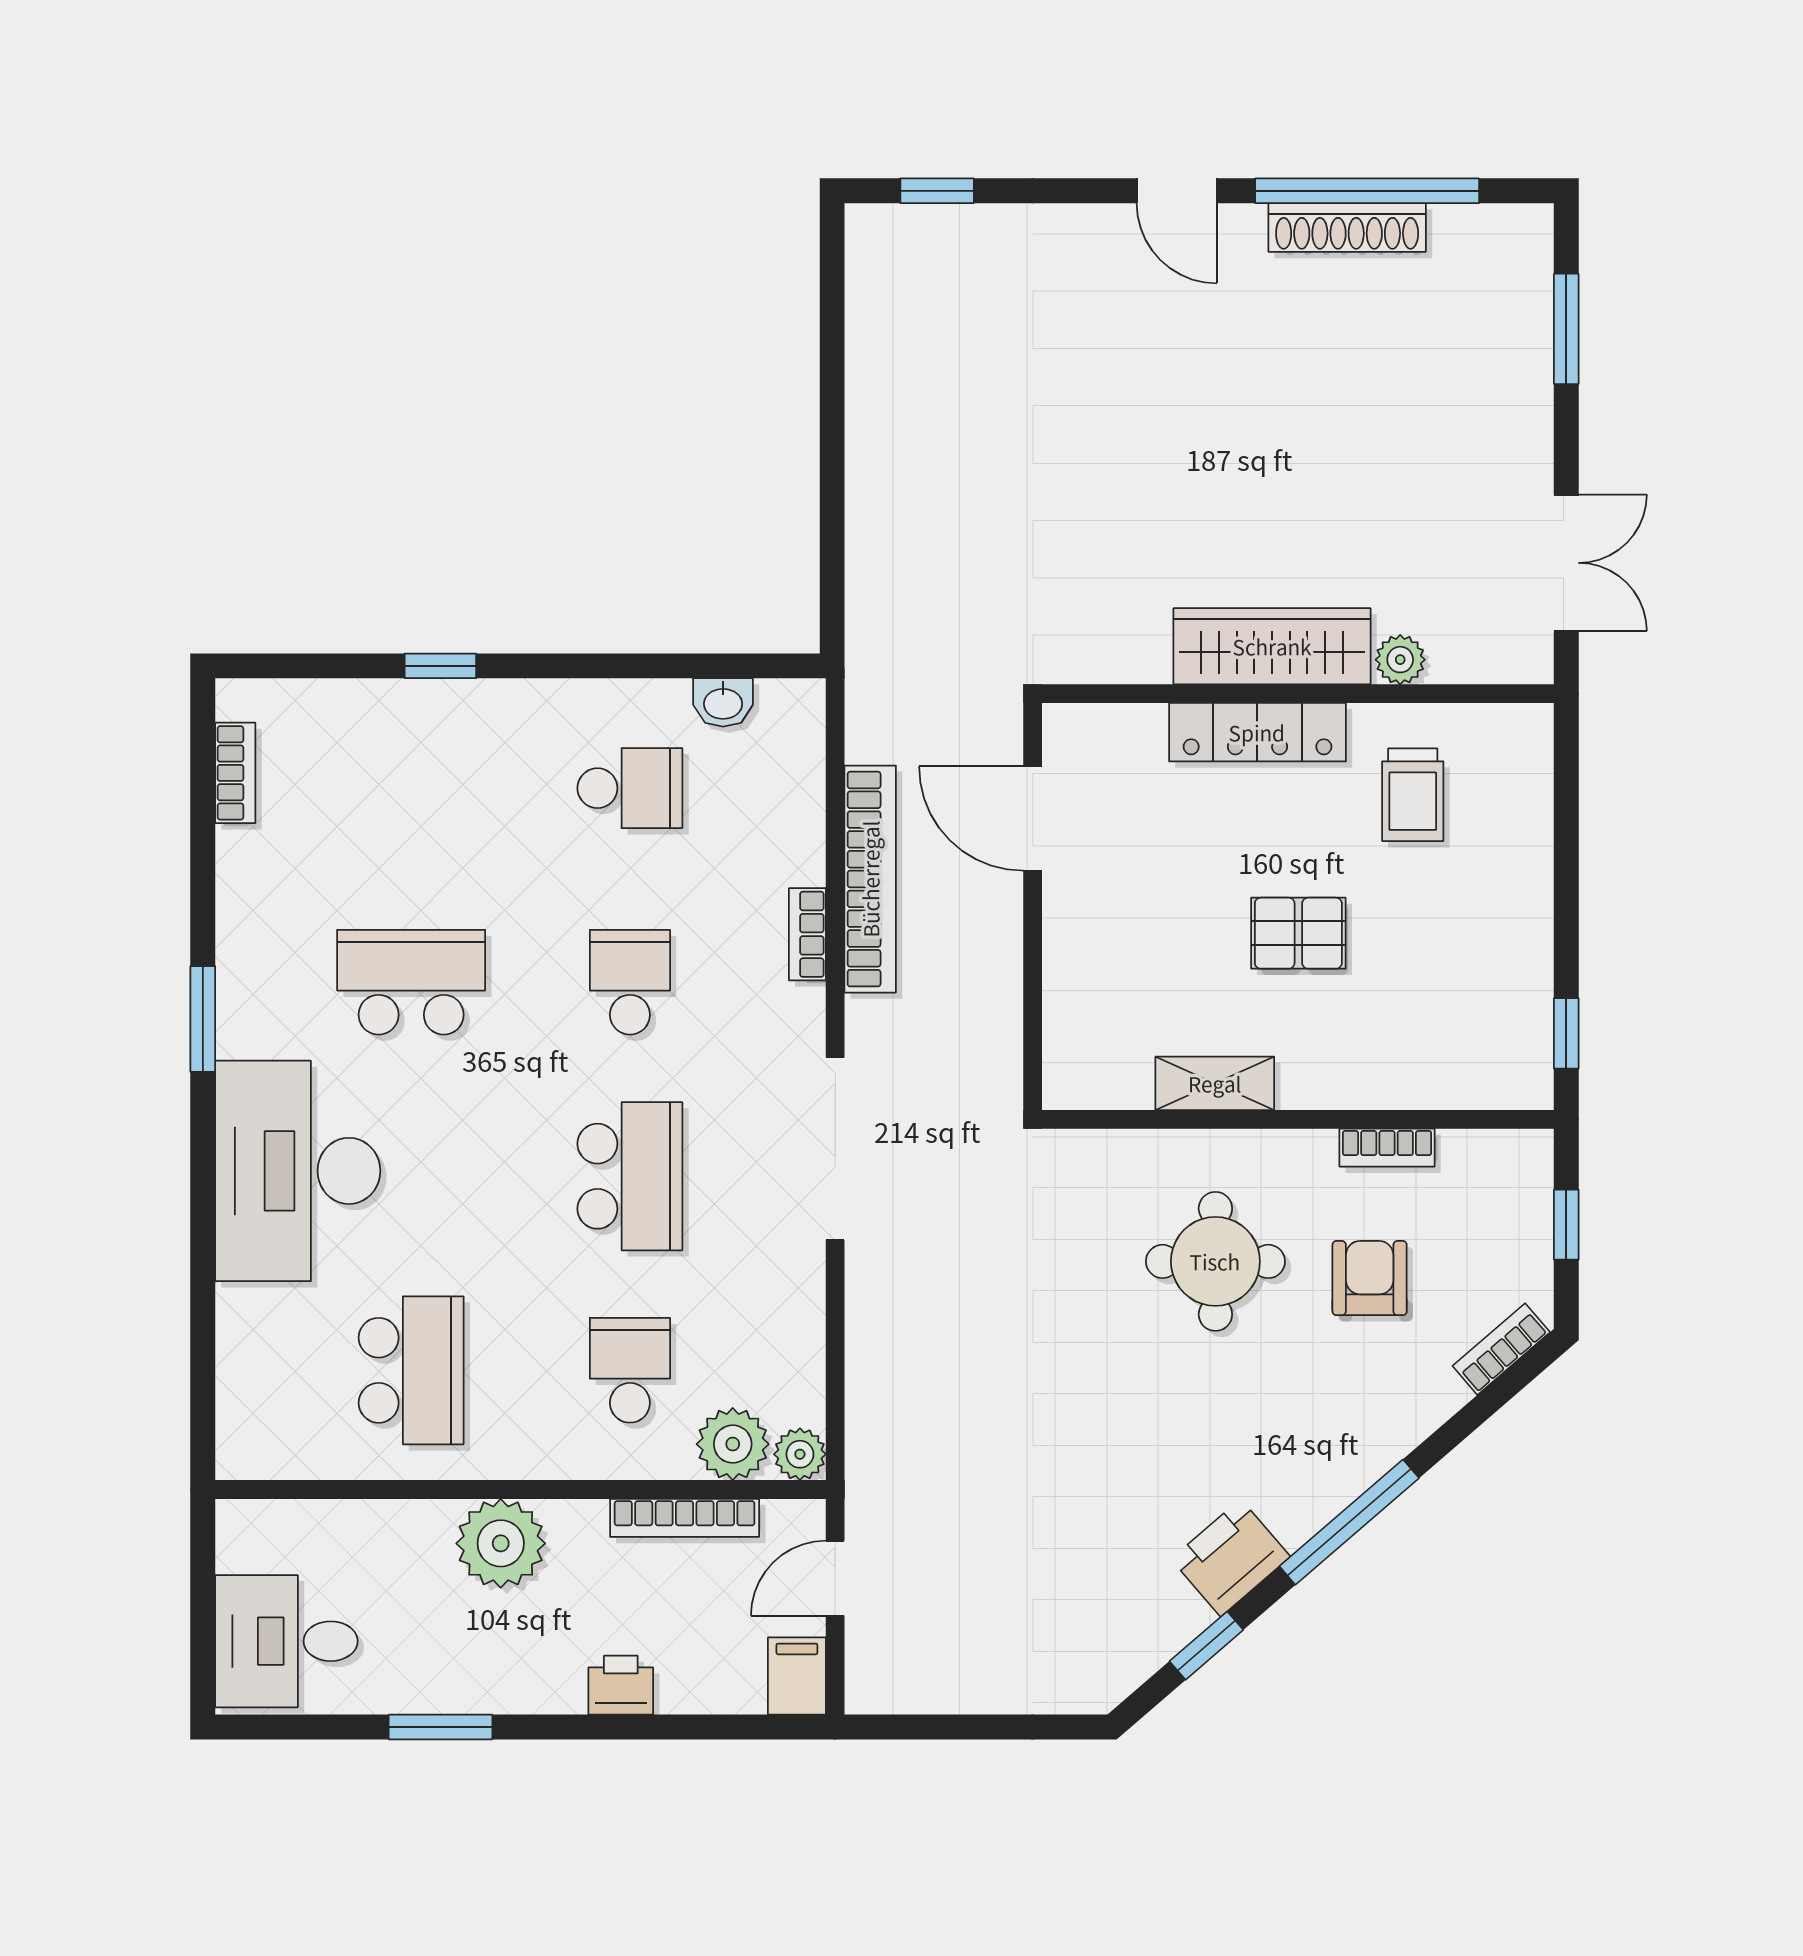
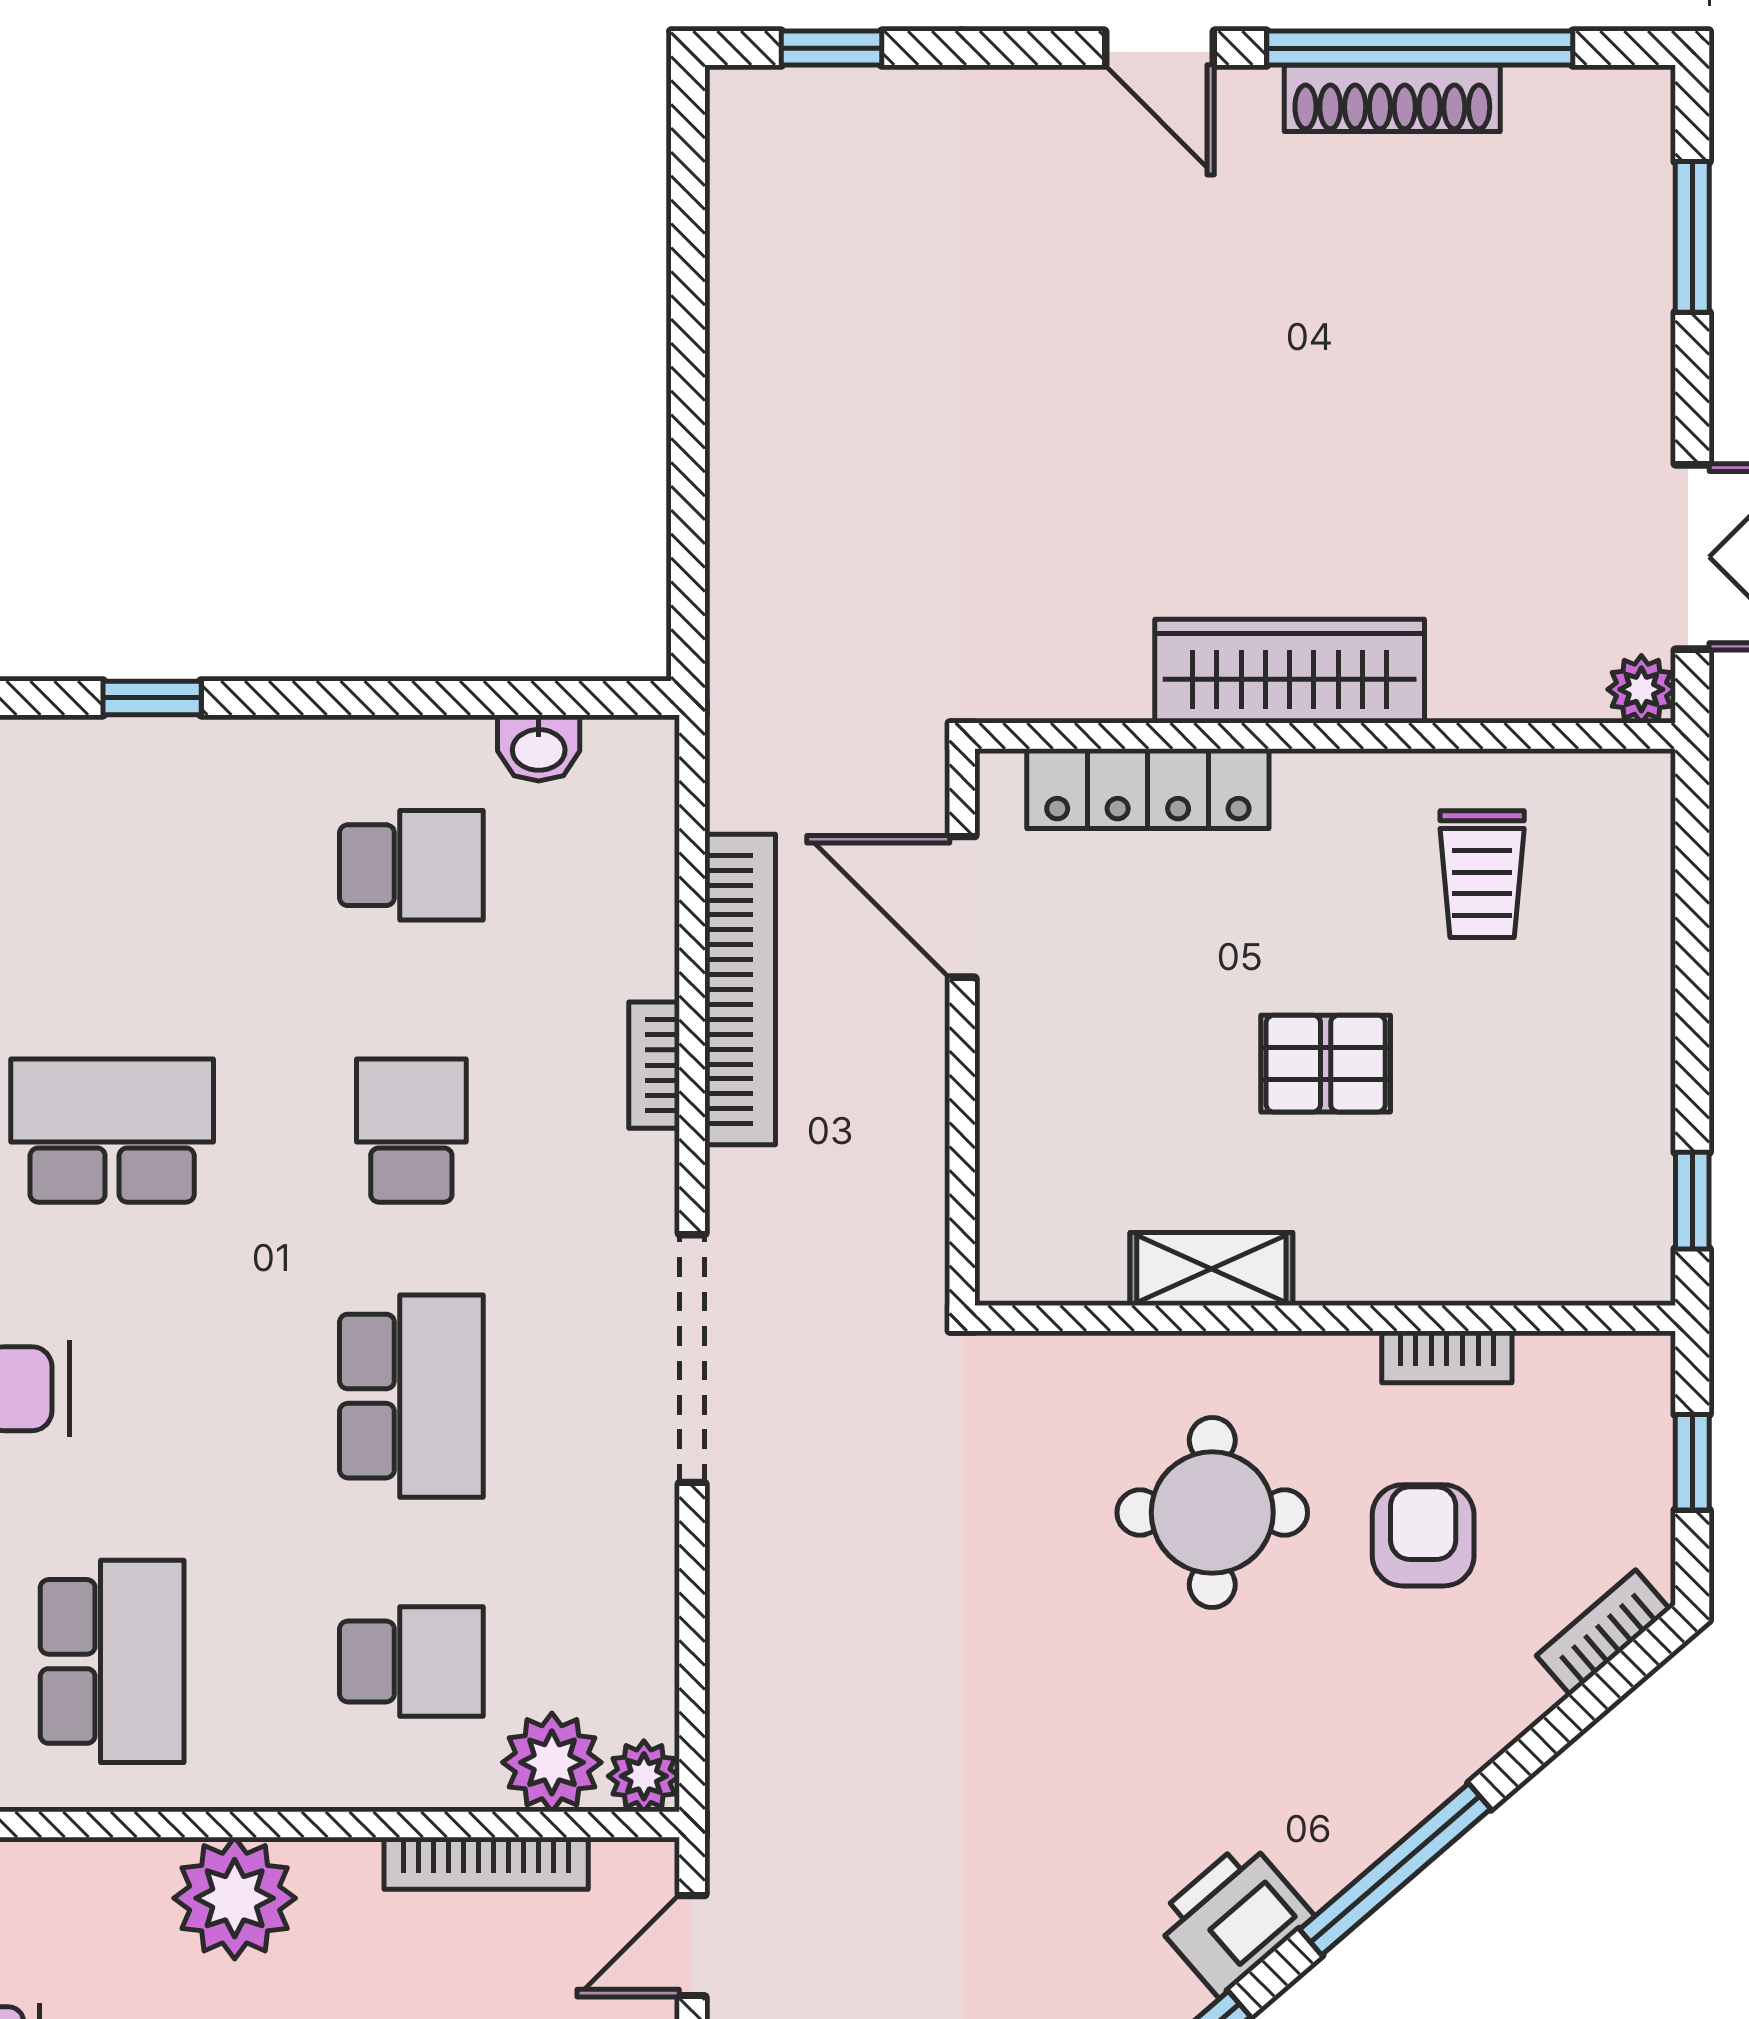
plant: (1400, 660) -> (1641, 689), moved
locker: (1257, 732) -> (1148, 789), moved
school desk: (630, 1370) -> (411, 1661), turned 90

